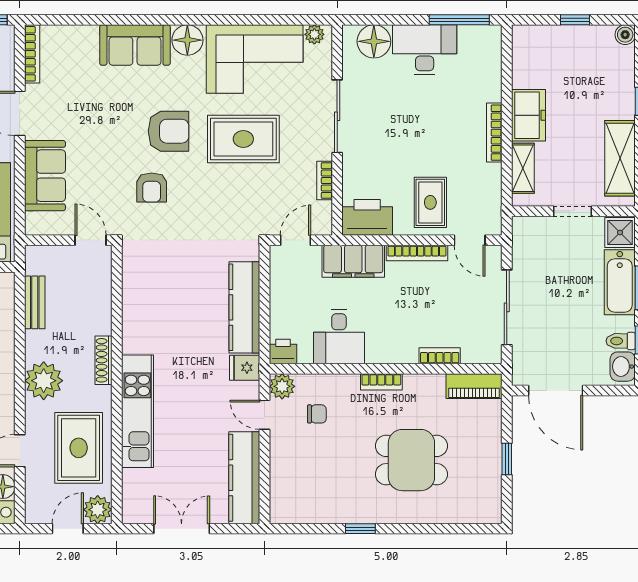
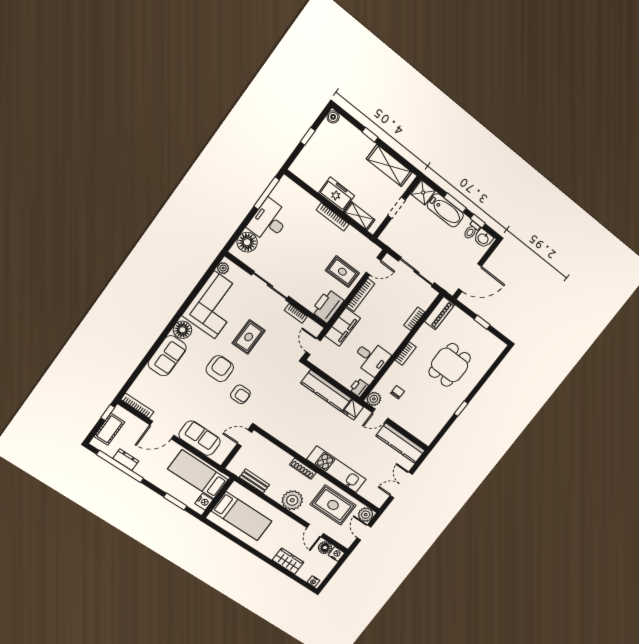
rug: (243, 139) -> (249, 337), width x0.73, depth x0.70

